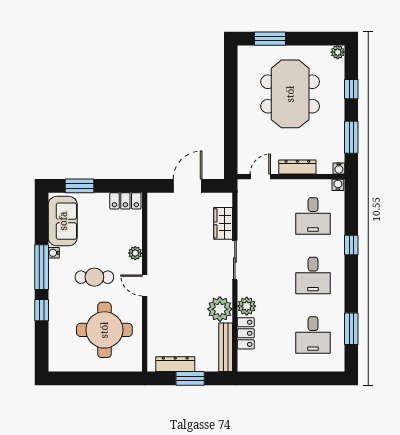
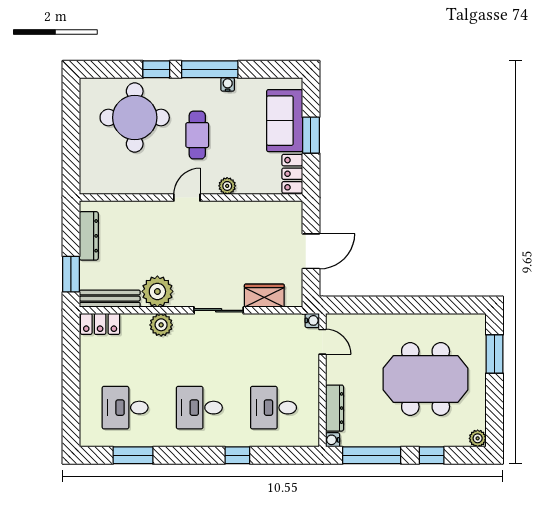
window: (351, 137) -> (372, 455), width x1.44
dresser: (297, 167) -> (335, 408), moved
water cooler: (338, 185) -> (312, 320), moved
window: (80, 186) -> (311, 135), moved
door: (188, 186) -> (311, 251), hinge flipped
sofa: (63, 221) -> (285, 121), moved, turned 90
round table: (104, 330) -> (135, 118), moved
locker: (246, 333) -> (100, 324), moved
window: (190, 378) -> (71, 274), moved

